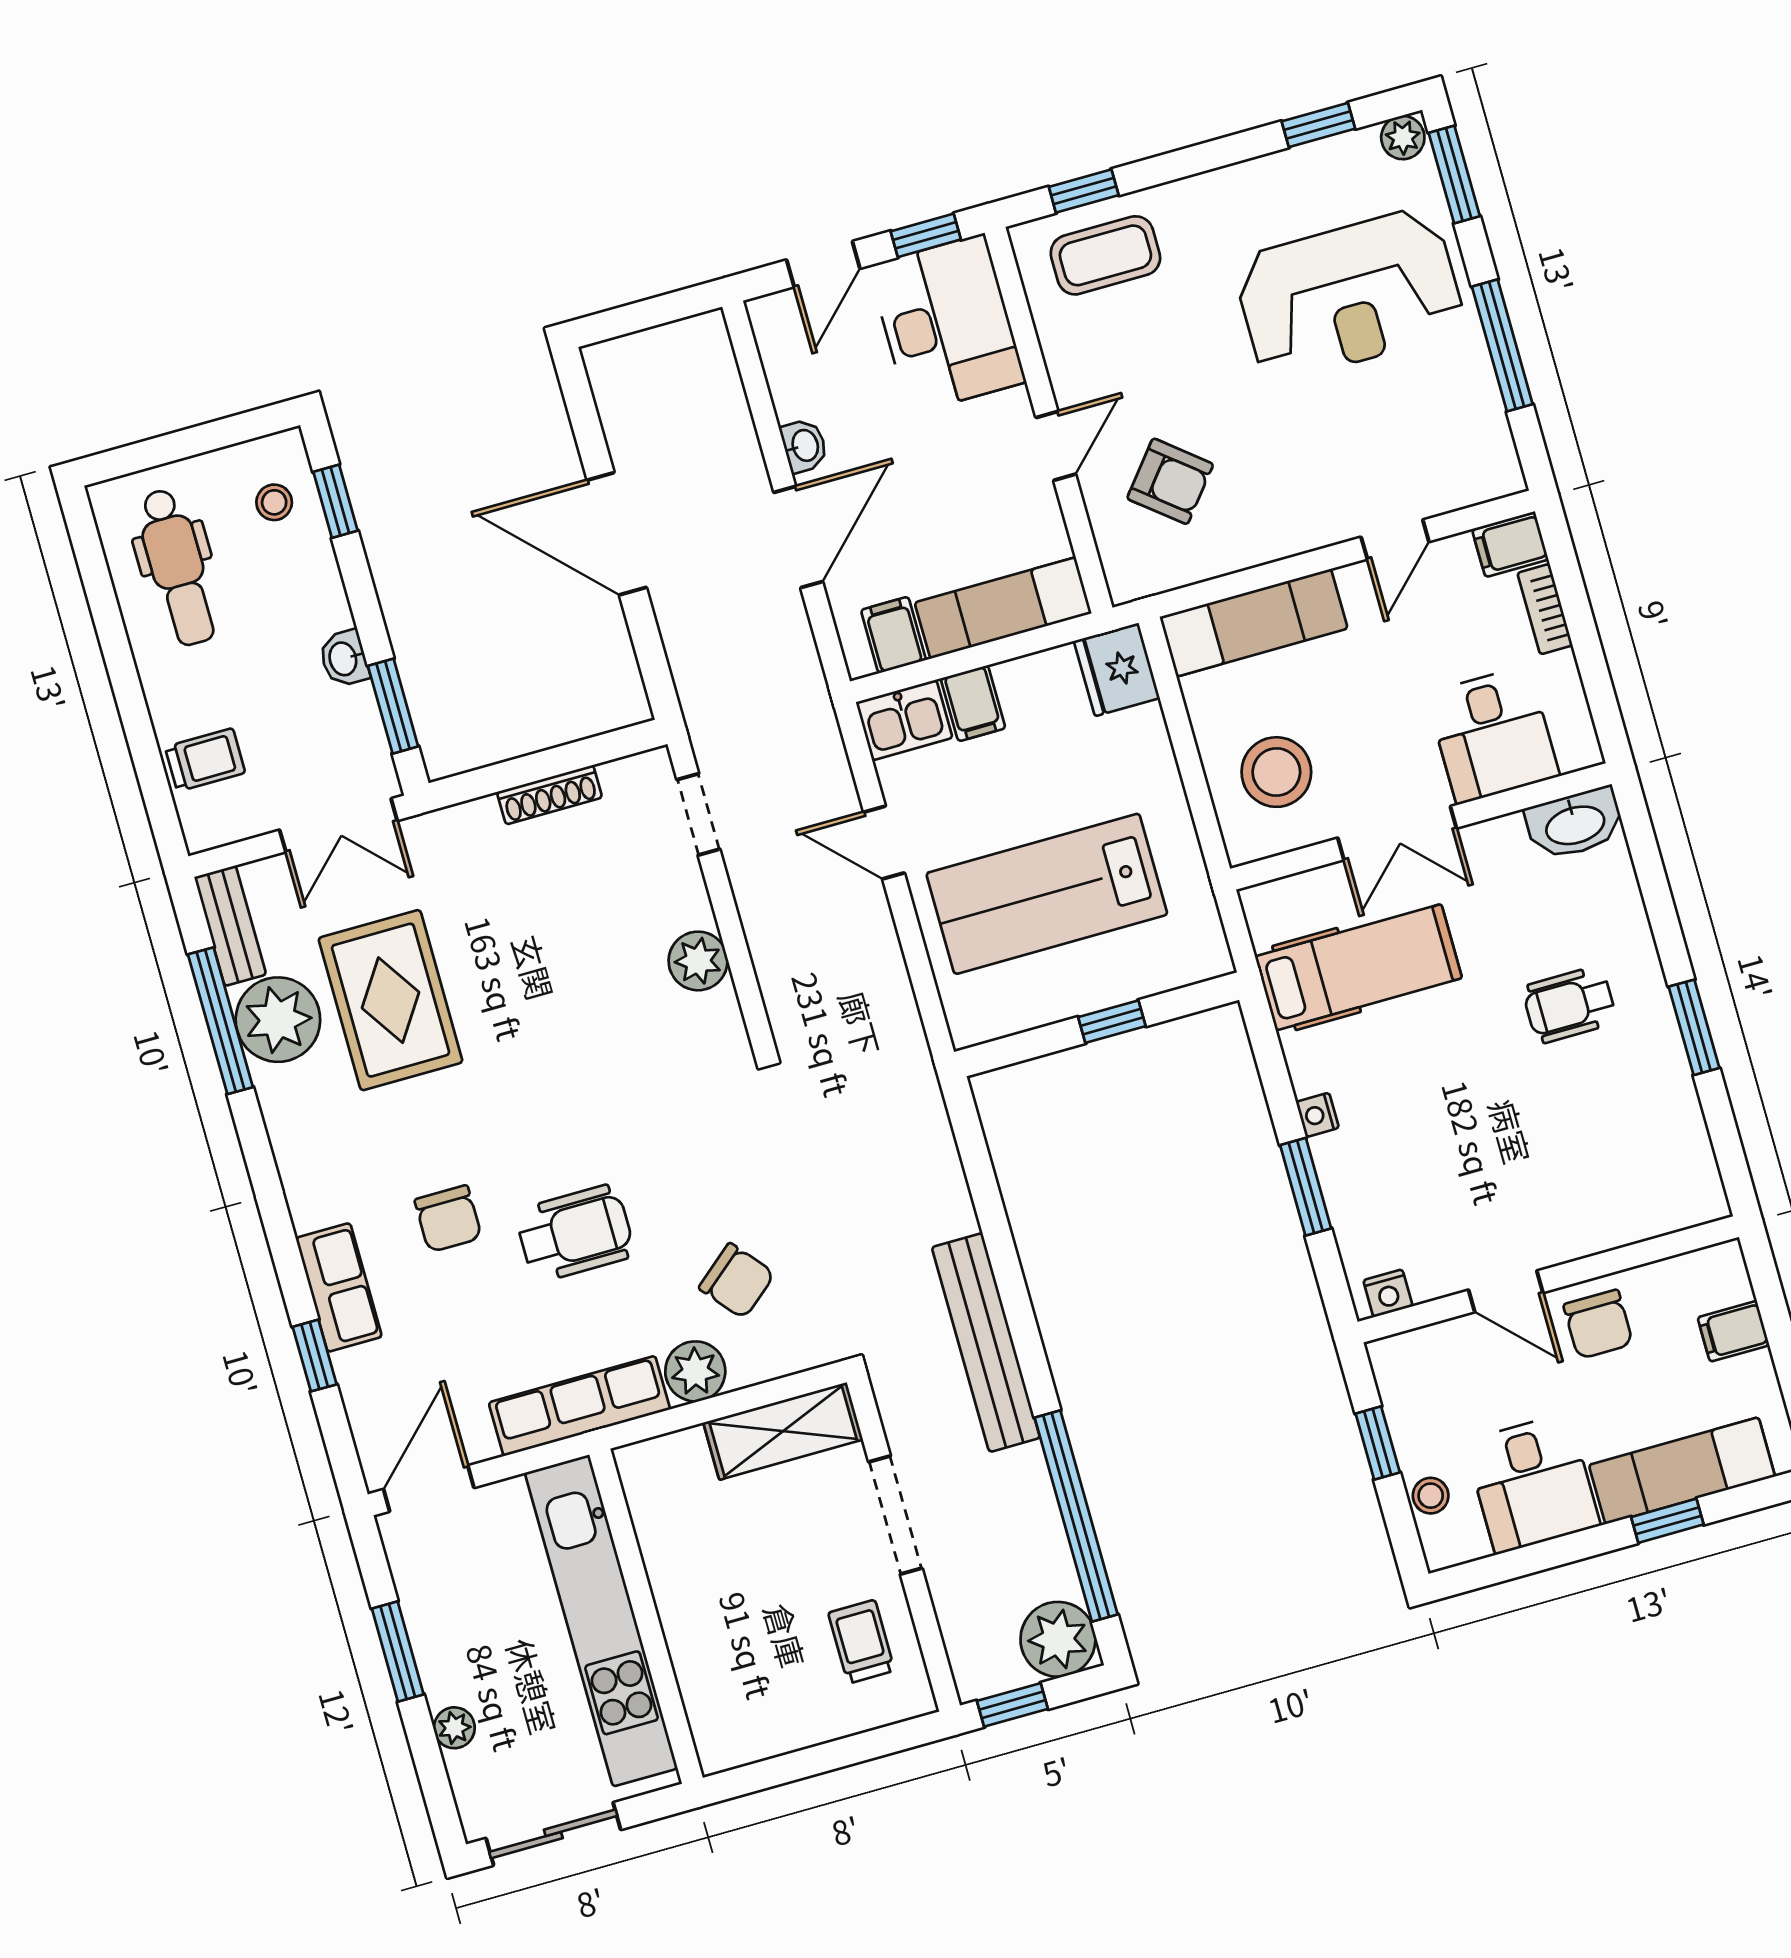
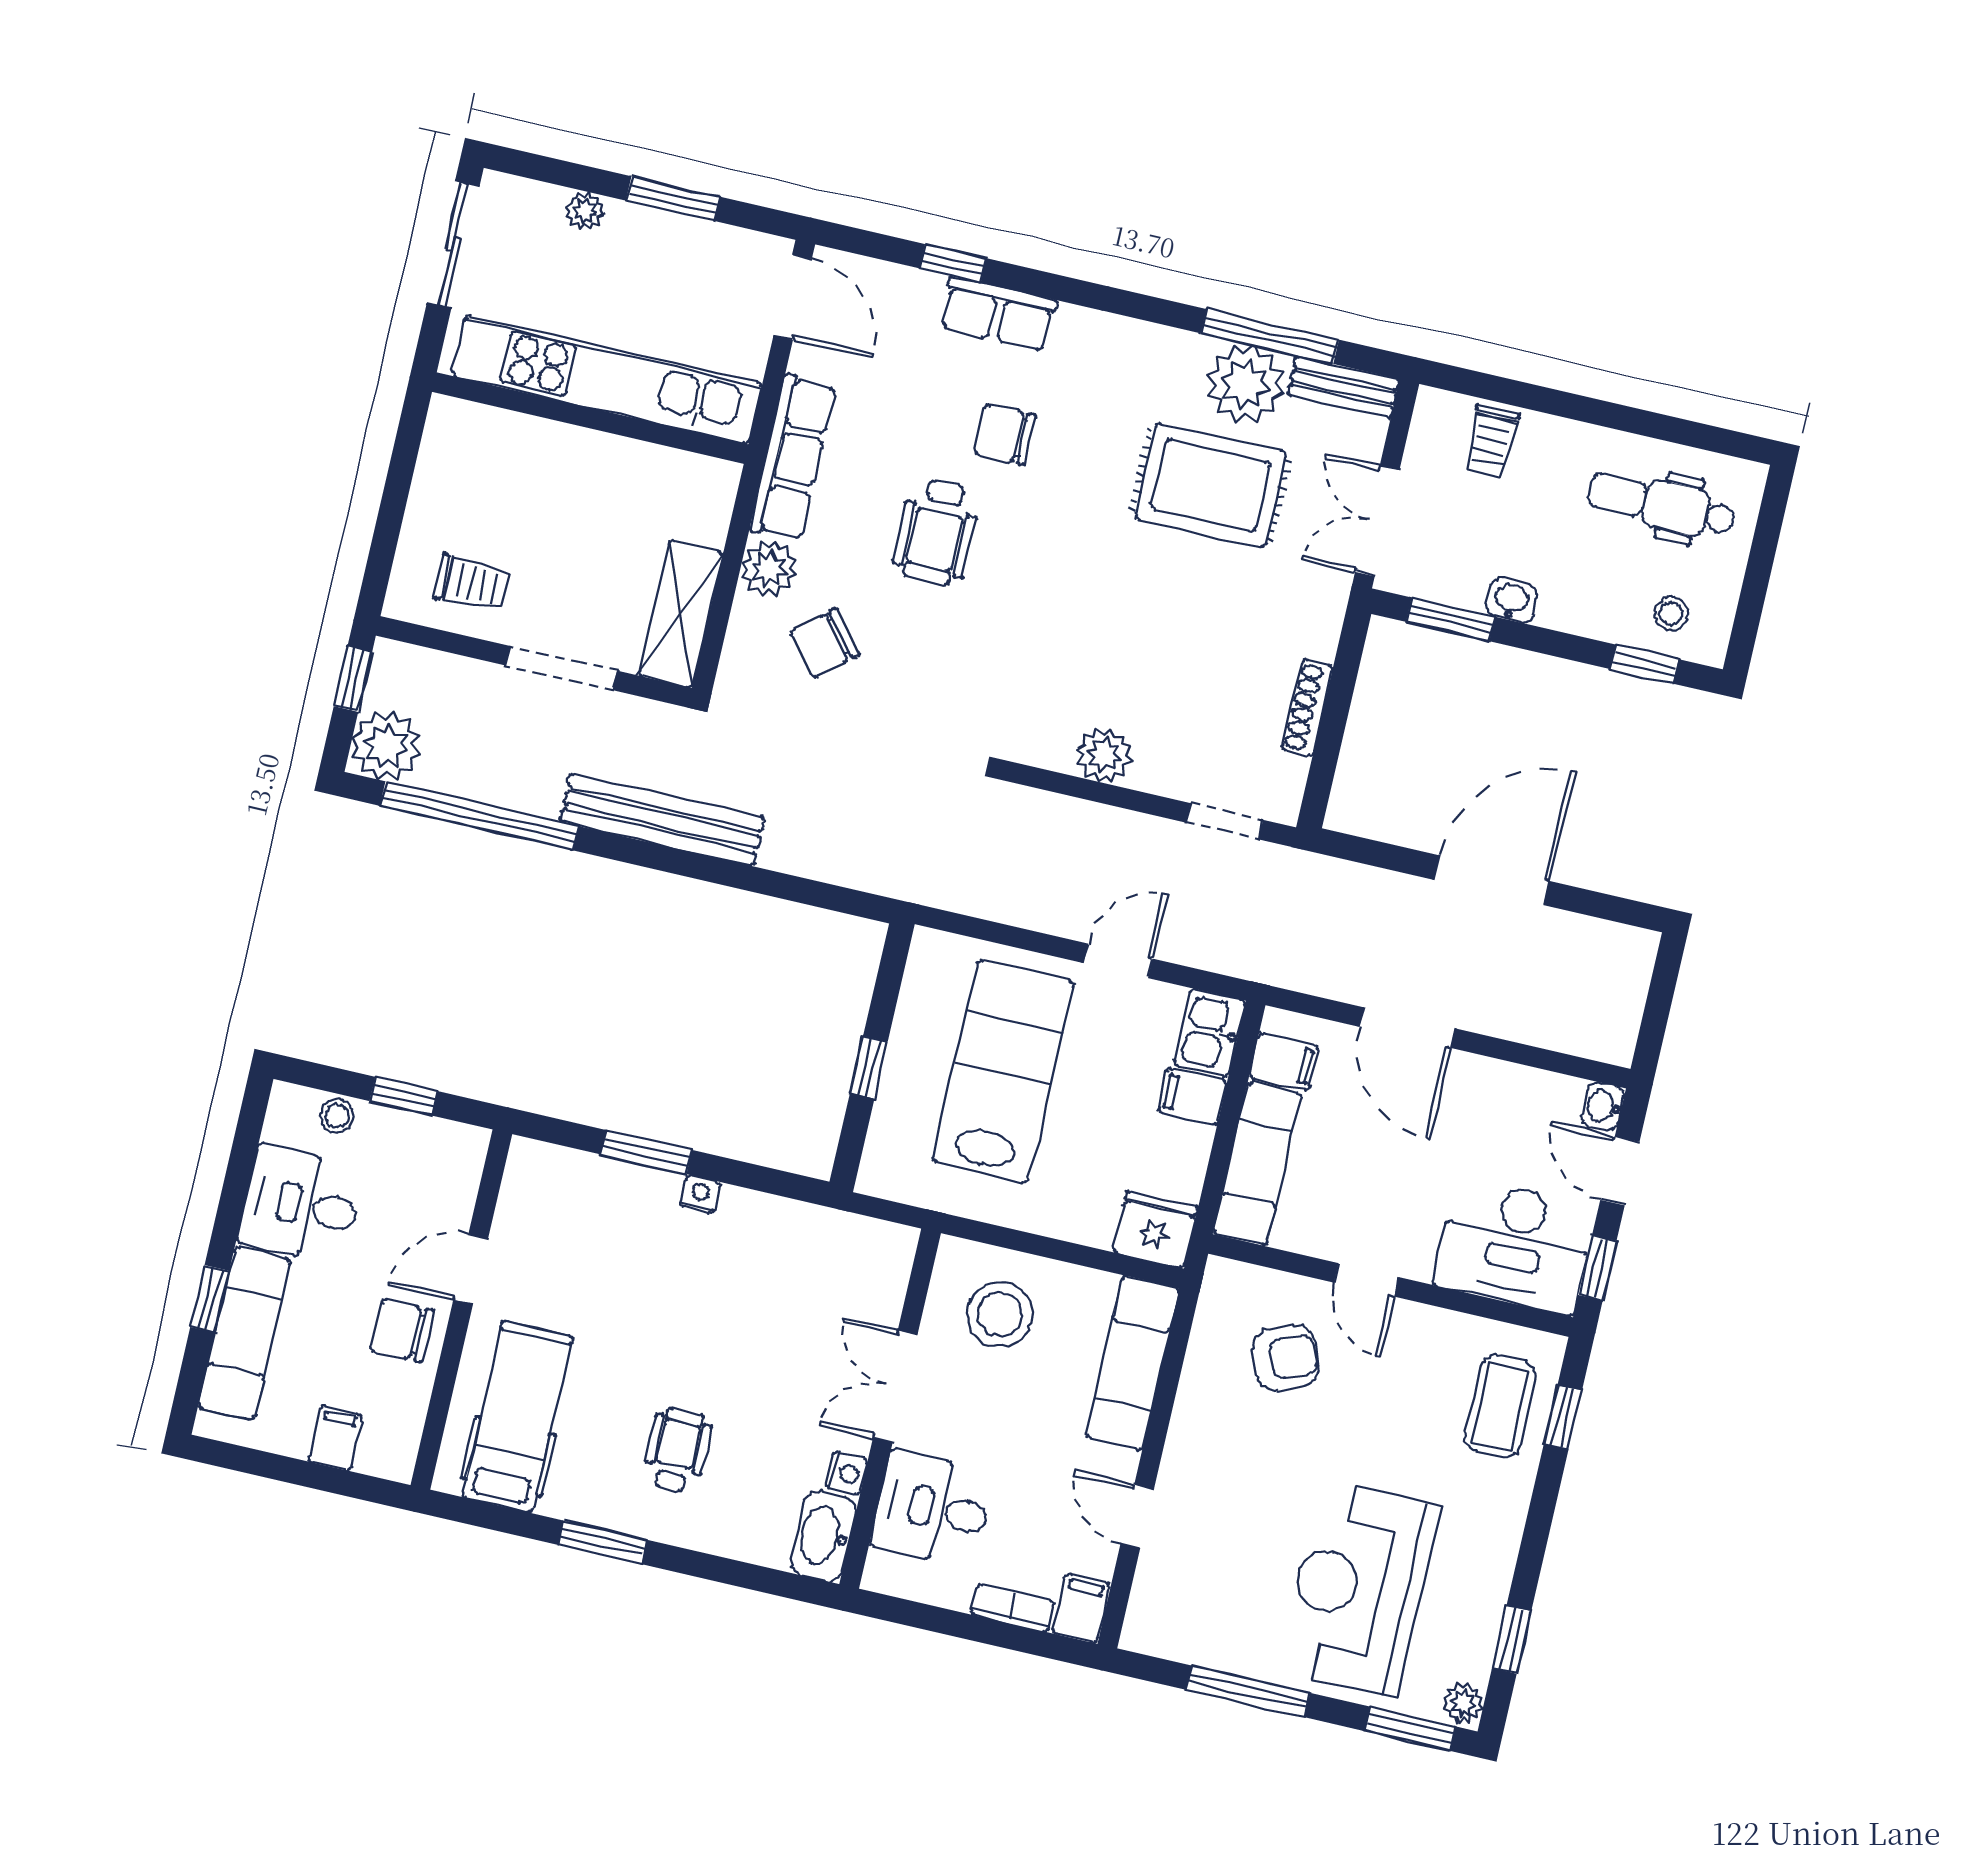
washbasin: (804, 446) -> (1603, 1107), moved, turned 90
armchair: (1170, 481) -> (1286, 1358), turned -151
hospital bed: (1358, 967) -> (517, 1417), moved, turned 180
nightstand: (1388, 1293) -> (846, 1473), moved, turned 180

